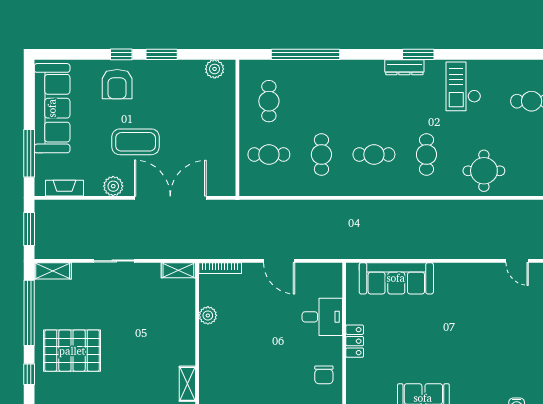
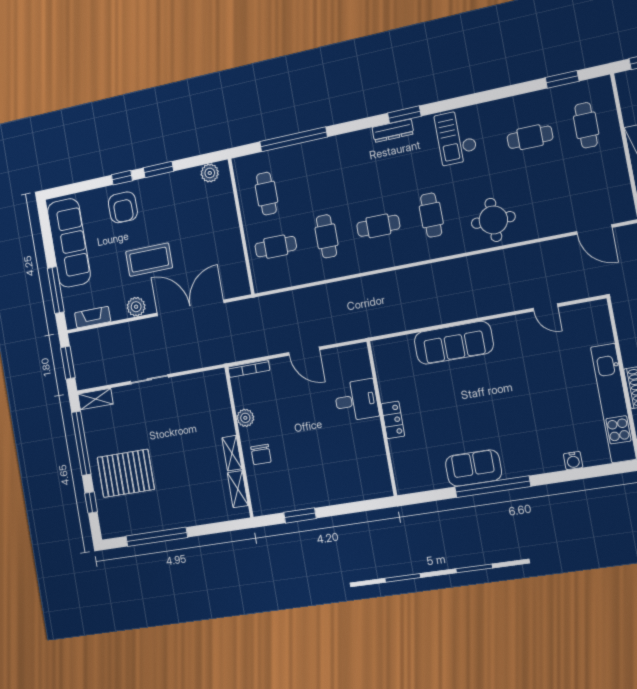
shelving: (178, 270) -> (232, 453), moved, turned 90
sofa: (396, 278) -> (454, 343), moved
chair: (324, 375) -> (261, 454), moved

